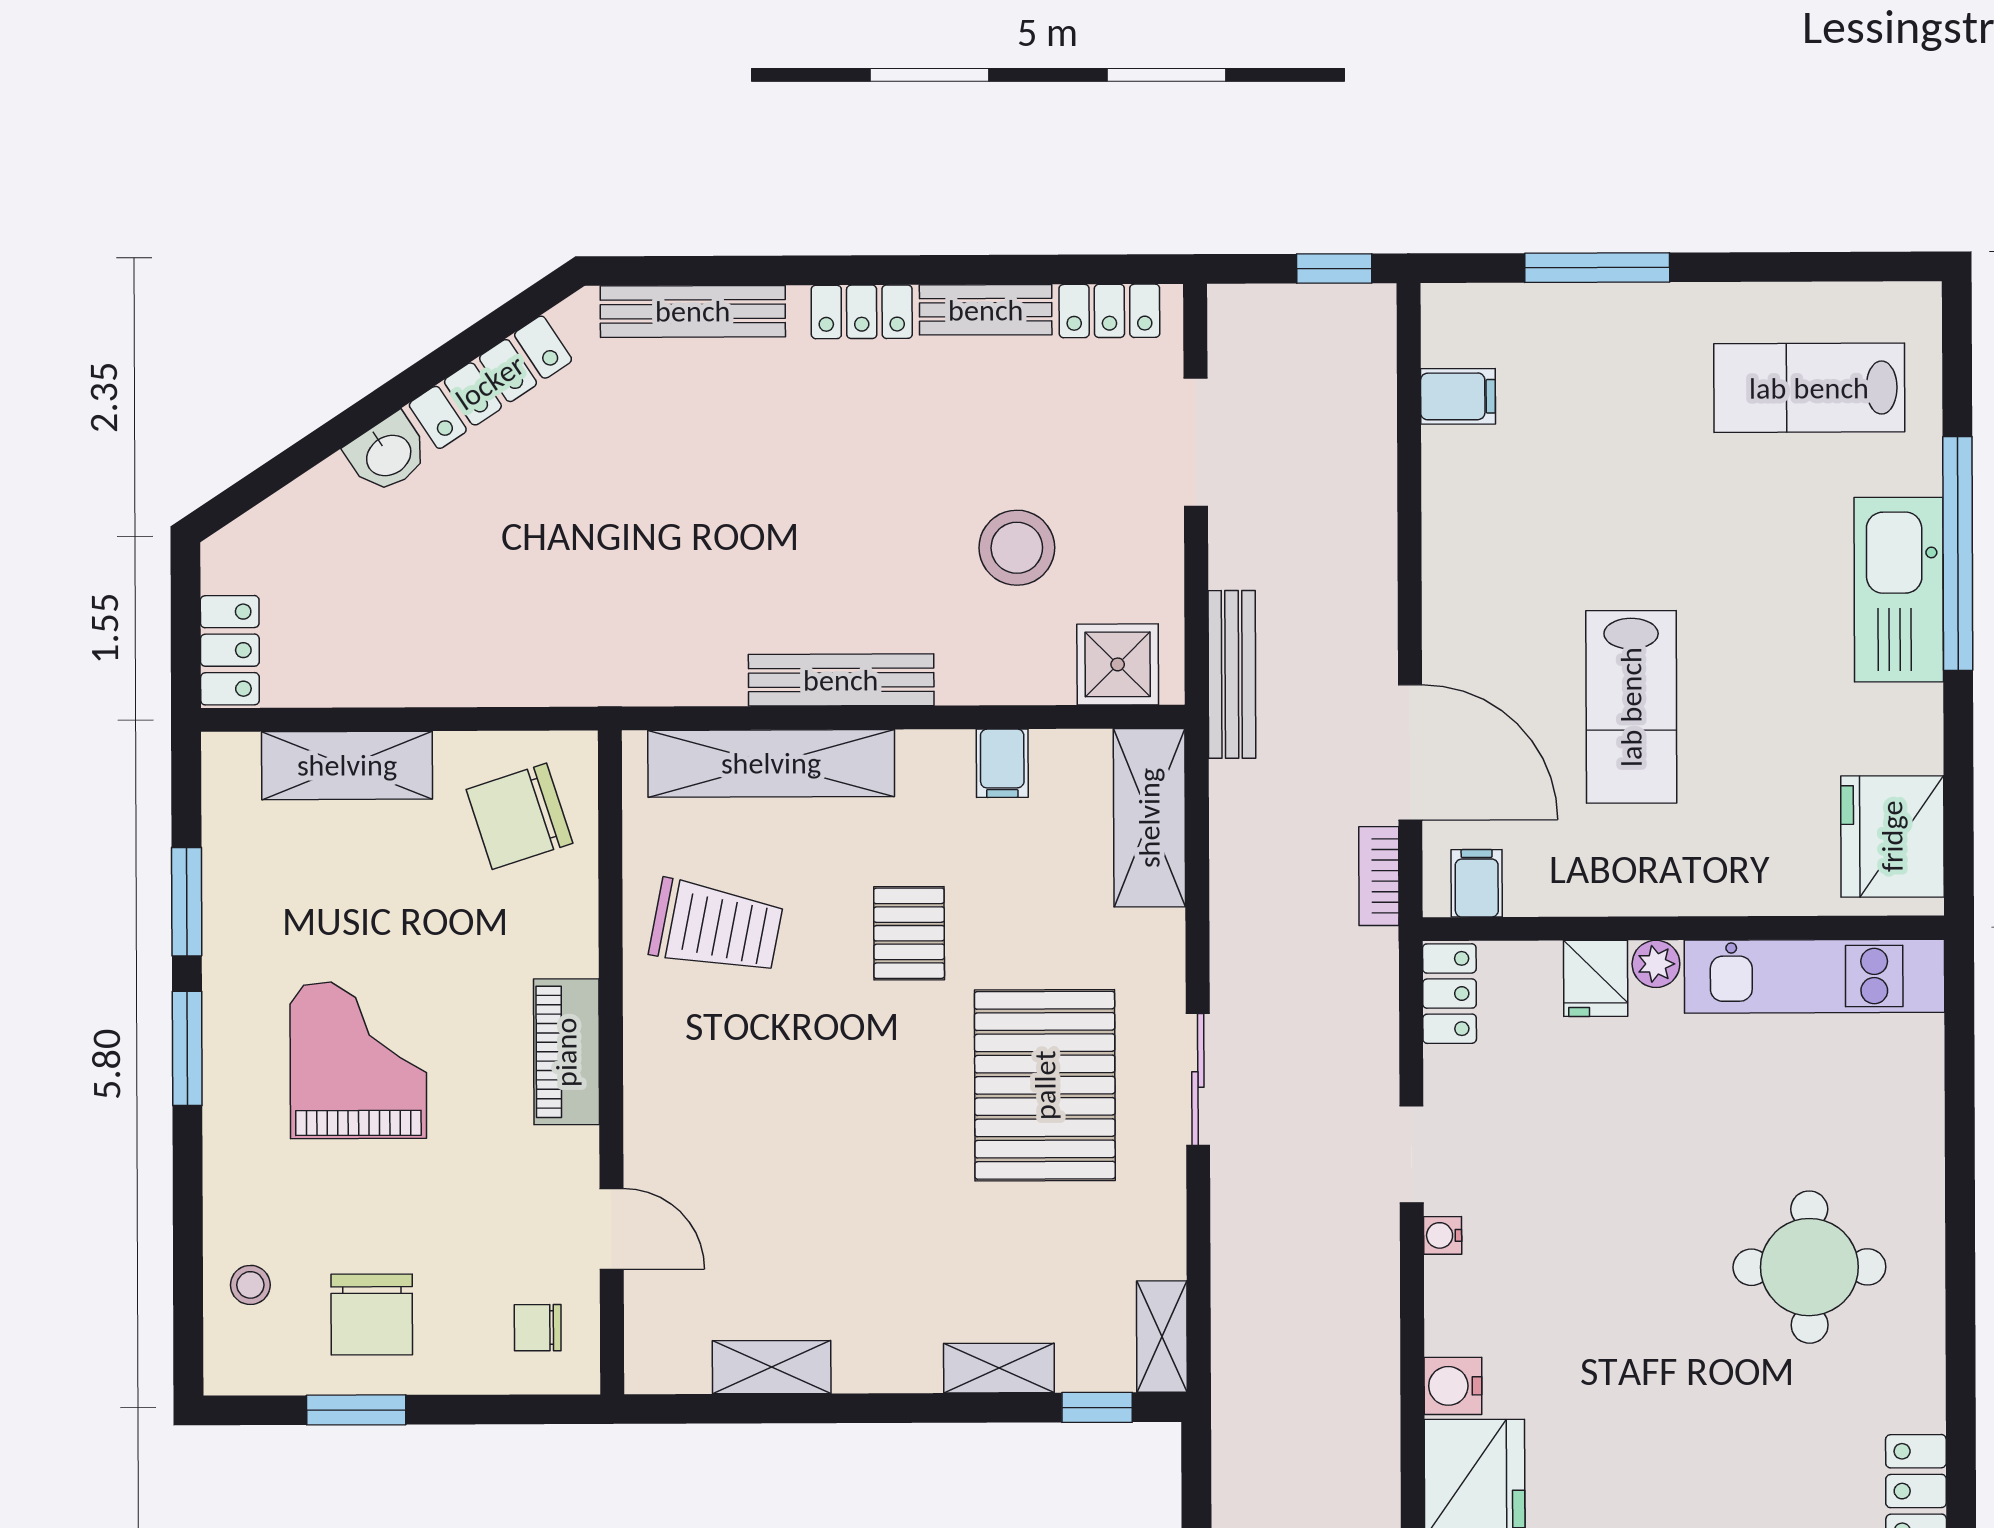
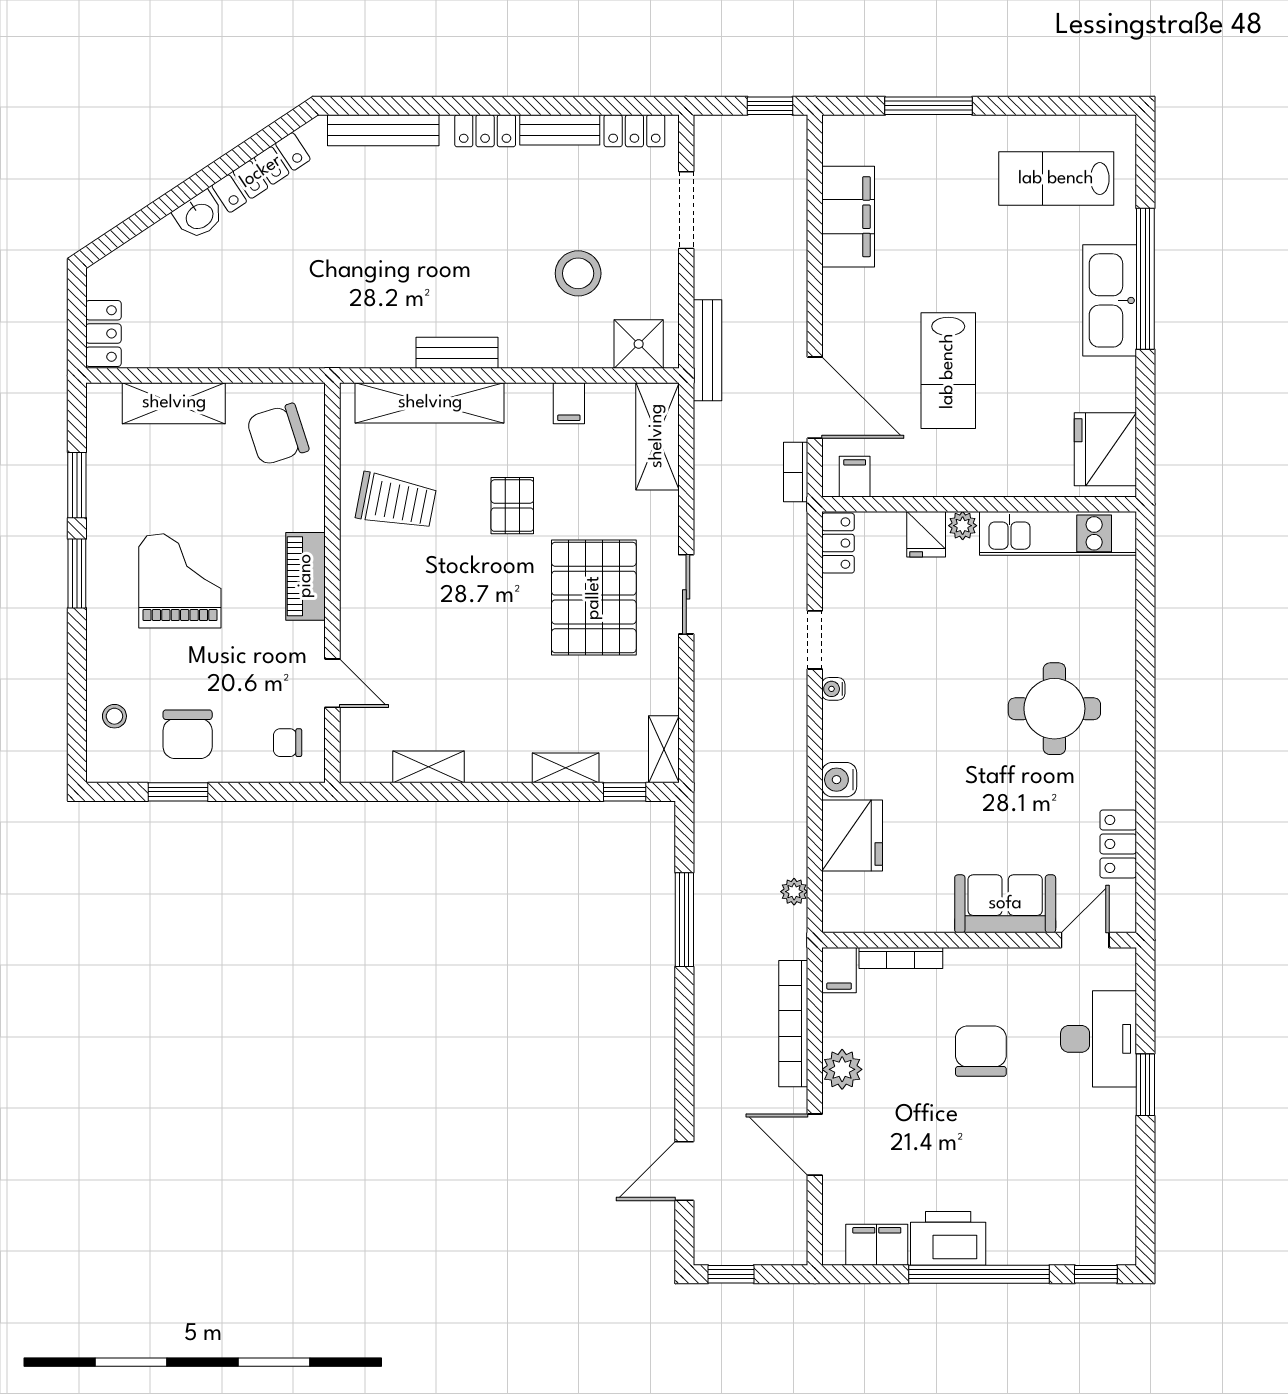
filing cabinet: (1458, 396) -> (848, 217), width x3.00, depth x1.17
bench: (841, 680) -> (457, 353), width x0.73

